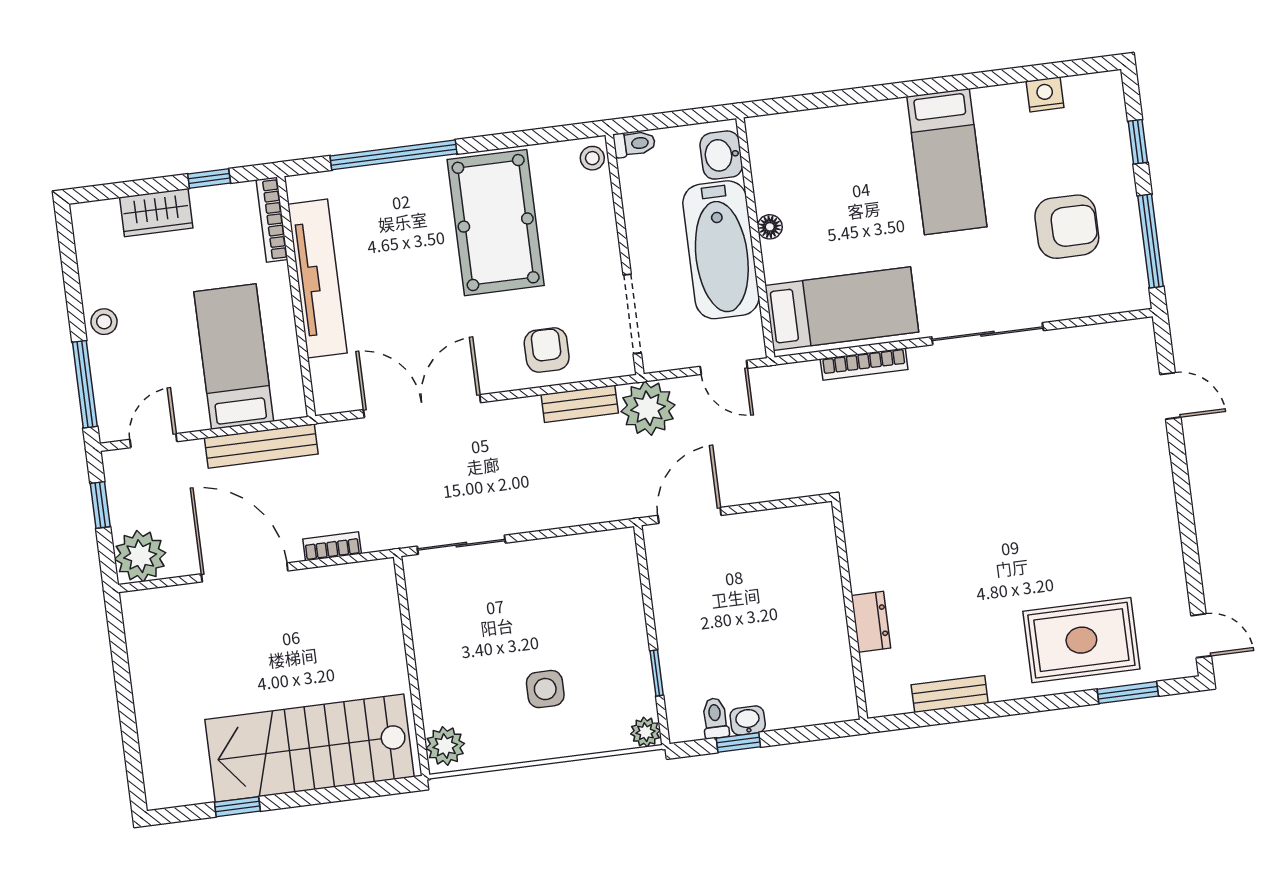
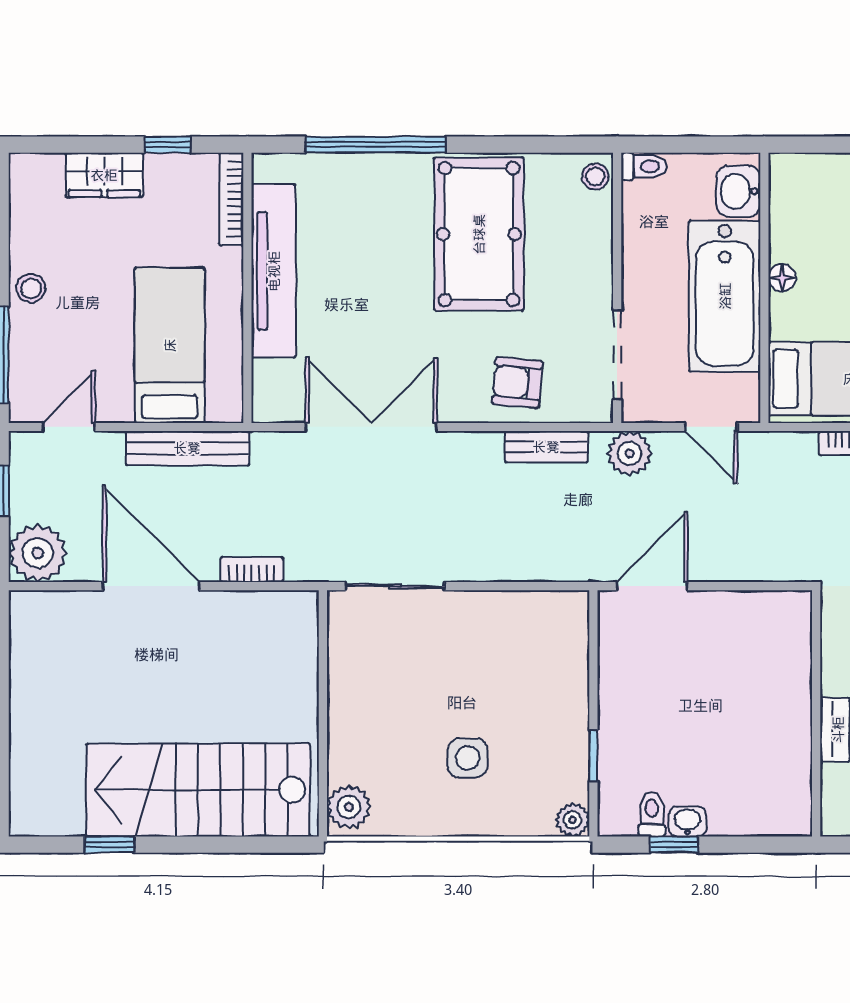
armchair: (547, 350) -> (517, 383), turned -85
plant: (648, 408) -> (629, 453), width x0.73, depth x0.73

